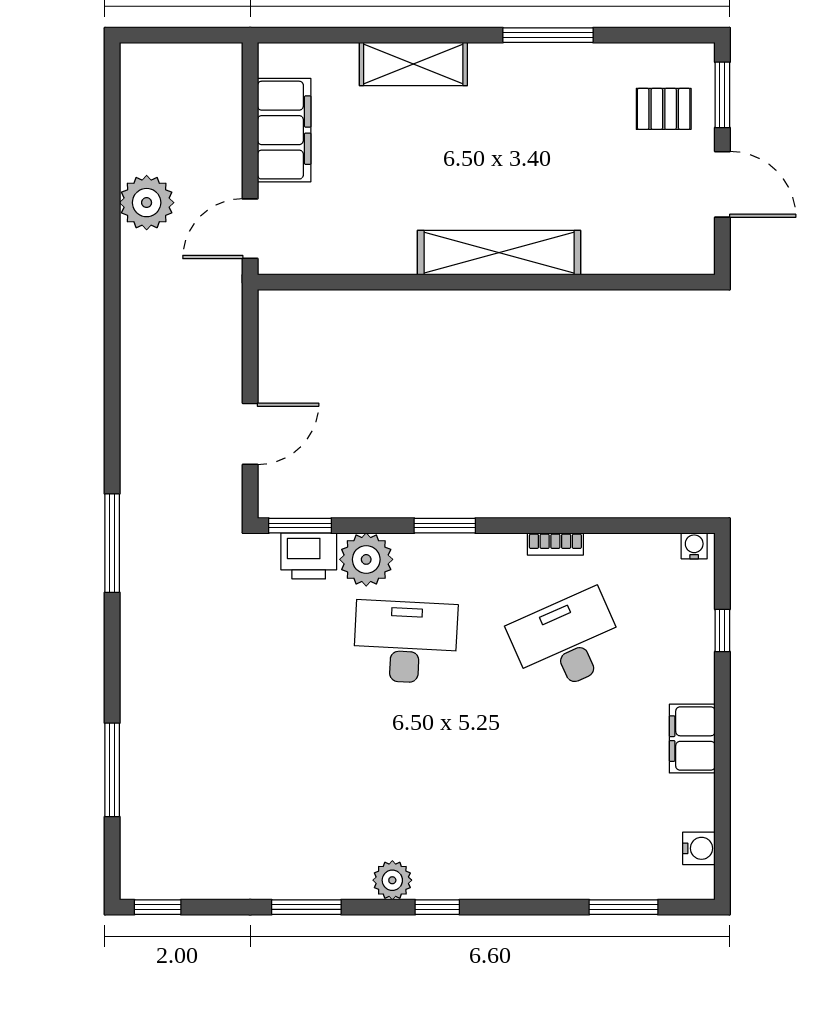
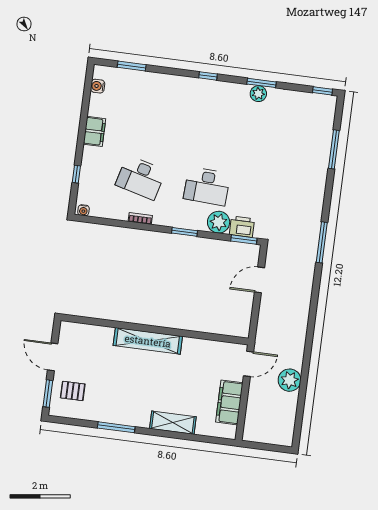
desk: (567, 642) -> (141, 178), turned 39
plant: (392, 880) -> (258, 94), moved

